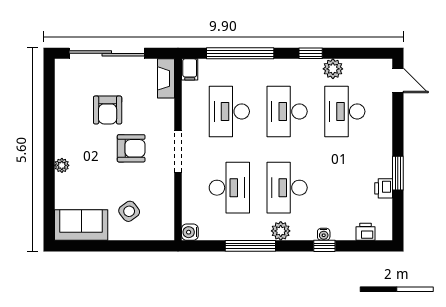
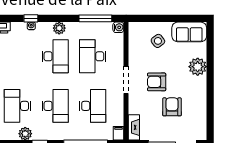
desk: (345, 111) -> (17, 106), turned 180
plant: (62, 165) -> (198, 67), width x1.88, depth x1.88
window: (250, 246) -> (95, 18), moved

